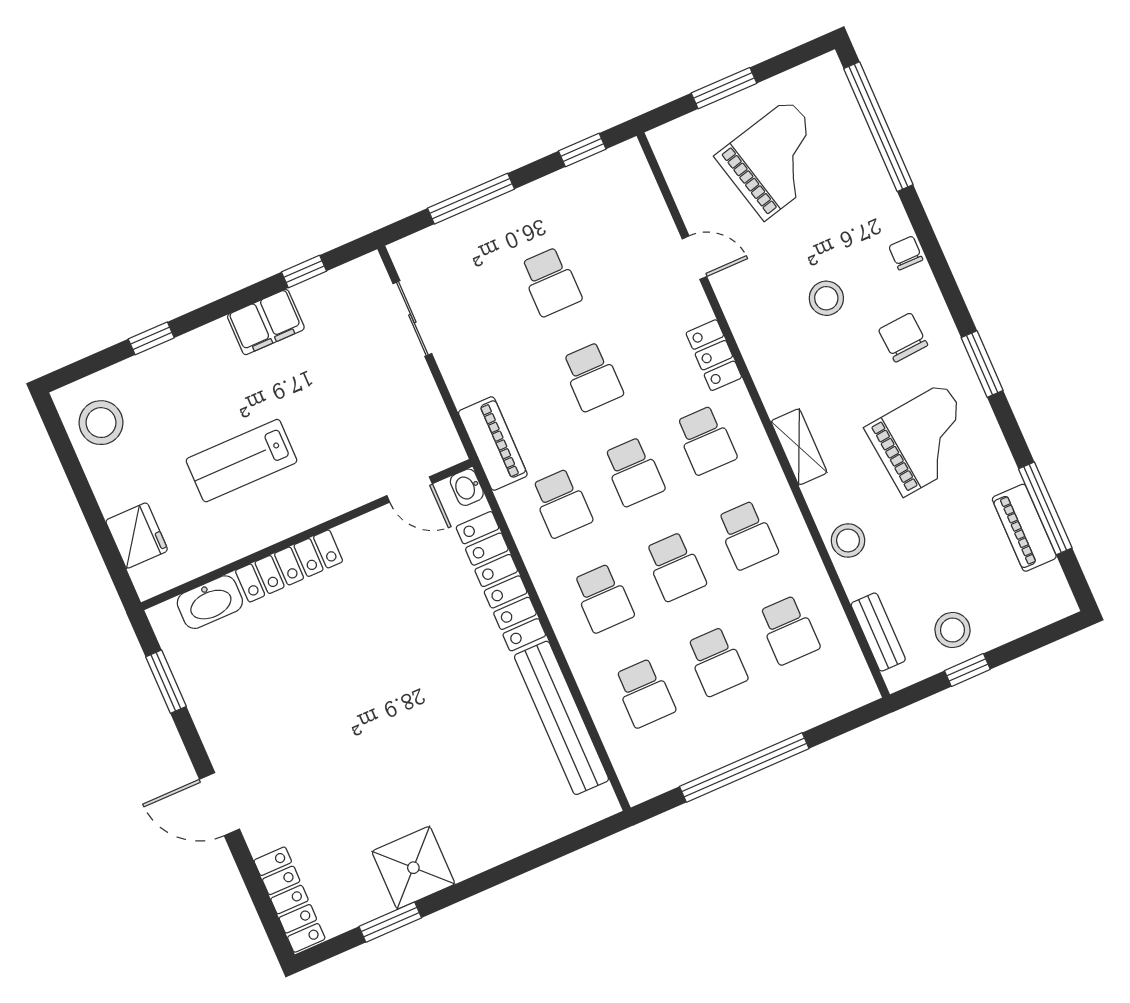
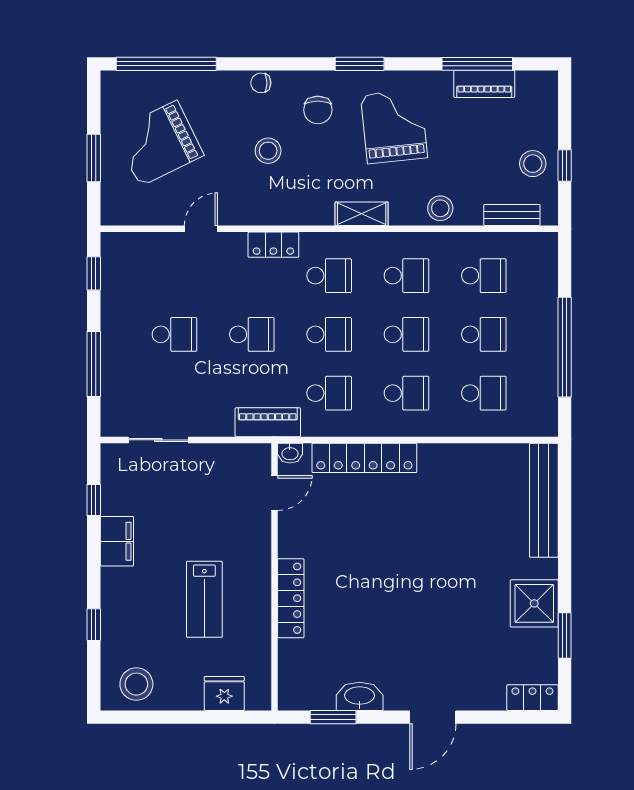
grand piano: (777, 160) -> (158, 143), turned -102
chair: (903, 337) -> (318, 110), turned -86
washbasin: (210, 602) -> (360, 696), moved, turned -90
bench: (561, 718) -> (544, 500), moved, turned 90
locker: (290, 900) -> (532, 698), width x0.66

